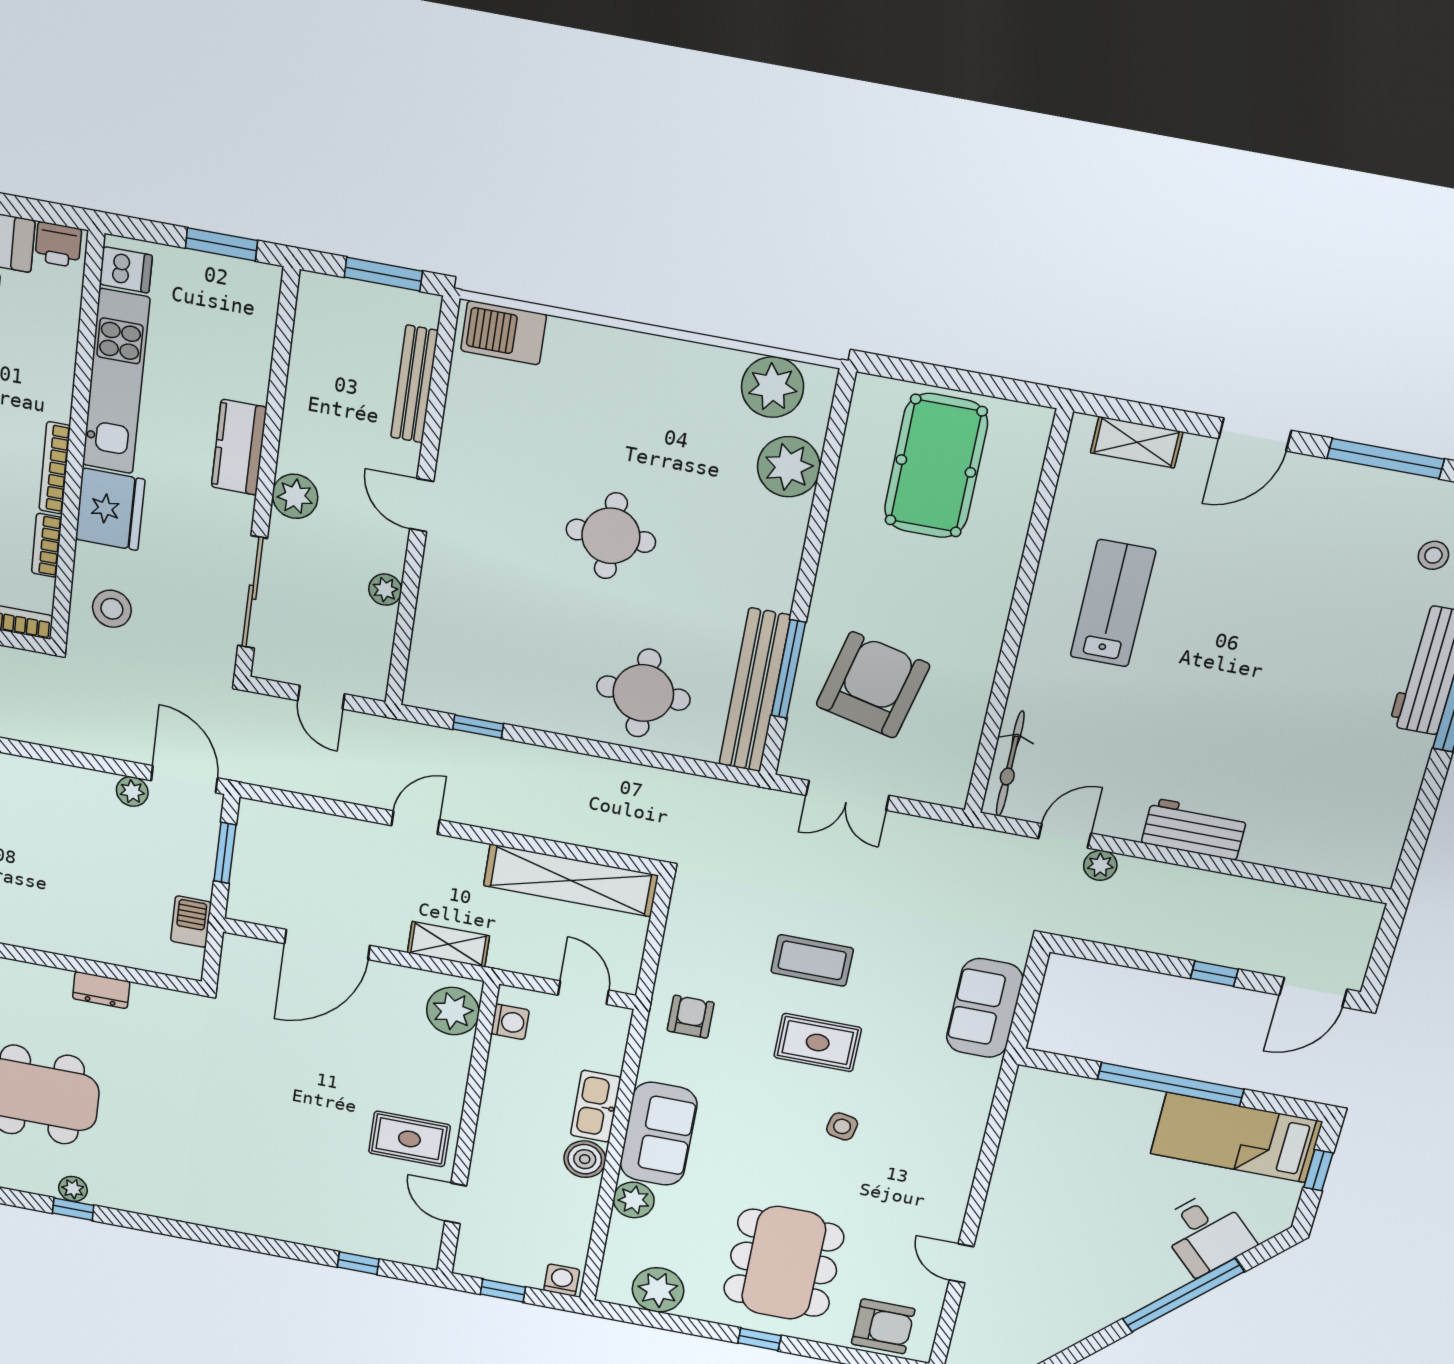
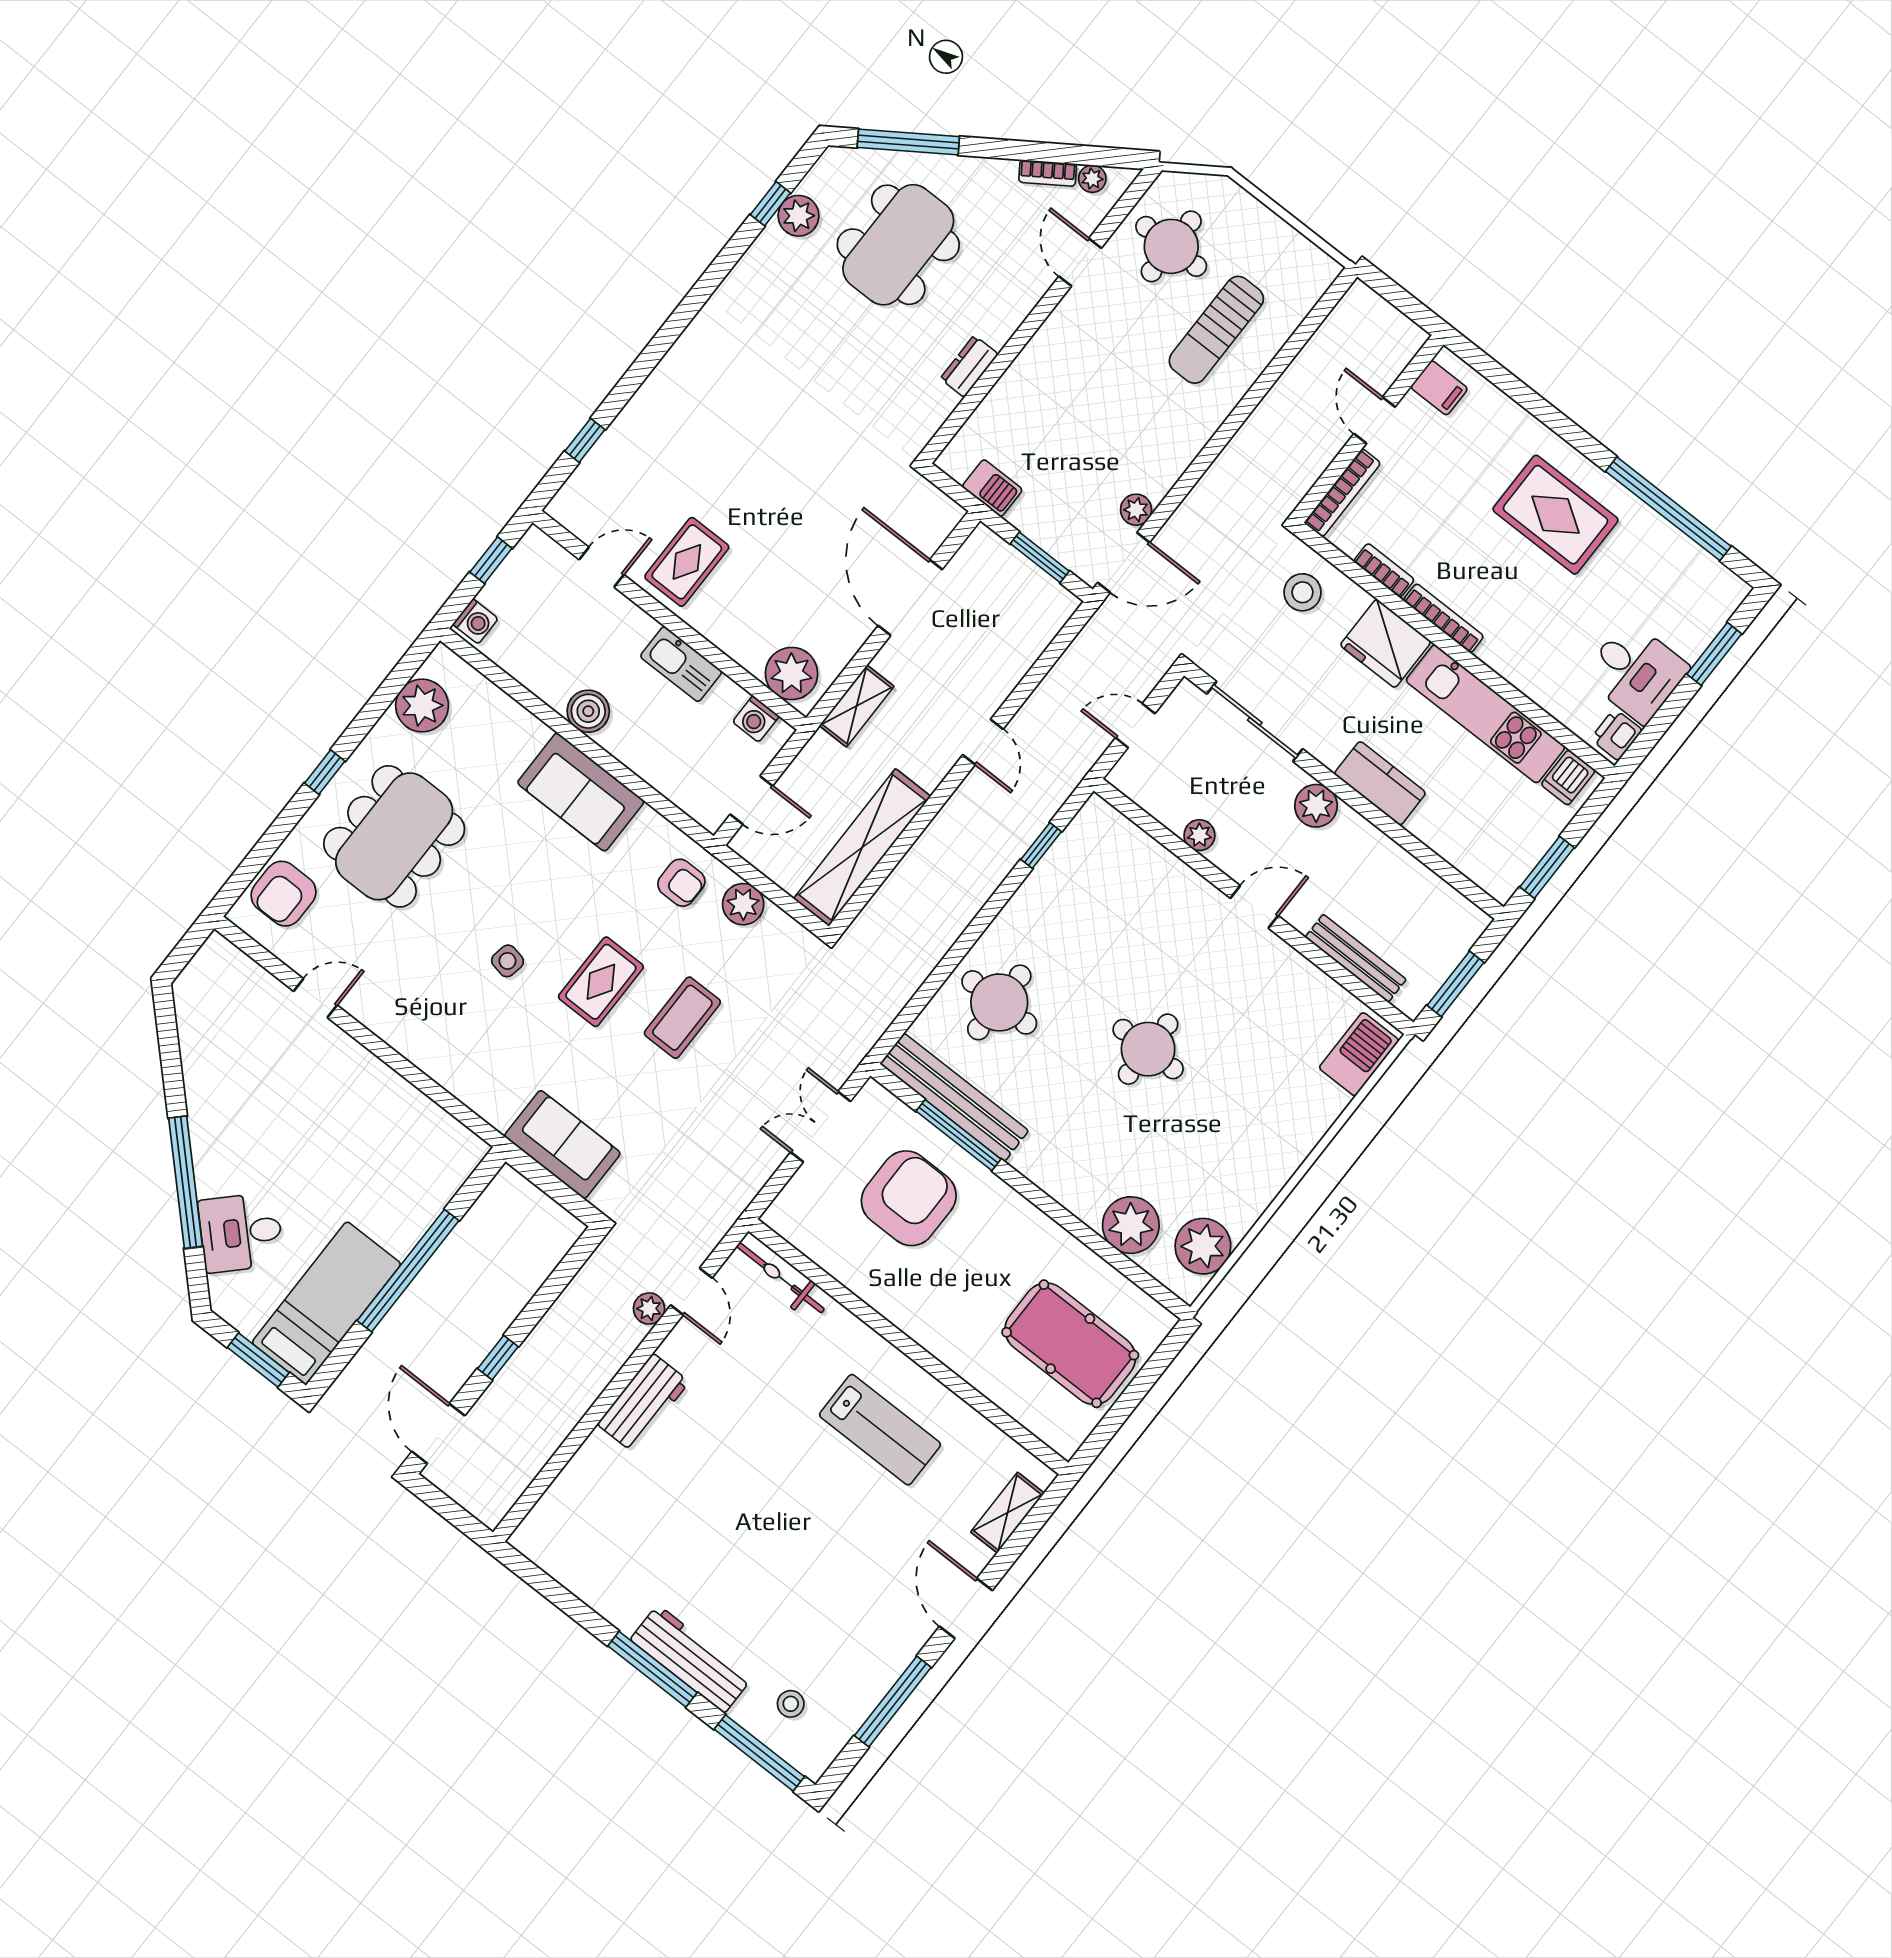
armchair: (873, 685) -> (909, 1198), turned -103
kitchen sink: (596, 1106) -> (681, 664), moved, turned 180
window: (1318, 1170) -> (258, 1360), width x1.50
plant: (73, 1189) -> (798, 216), width x1.38, depth x1.38
plant: (634, 1200) -> (743, 904), moved
dining table: (784, 1263) -> (394, 836), turned 90

